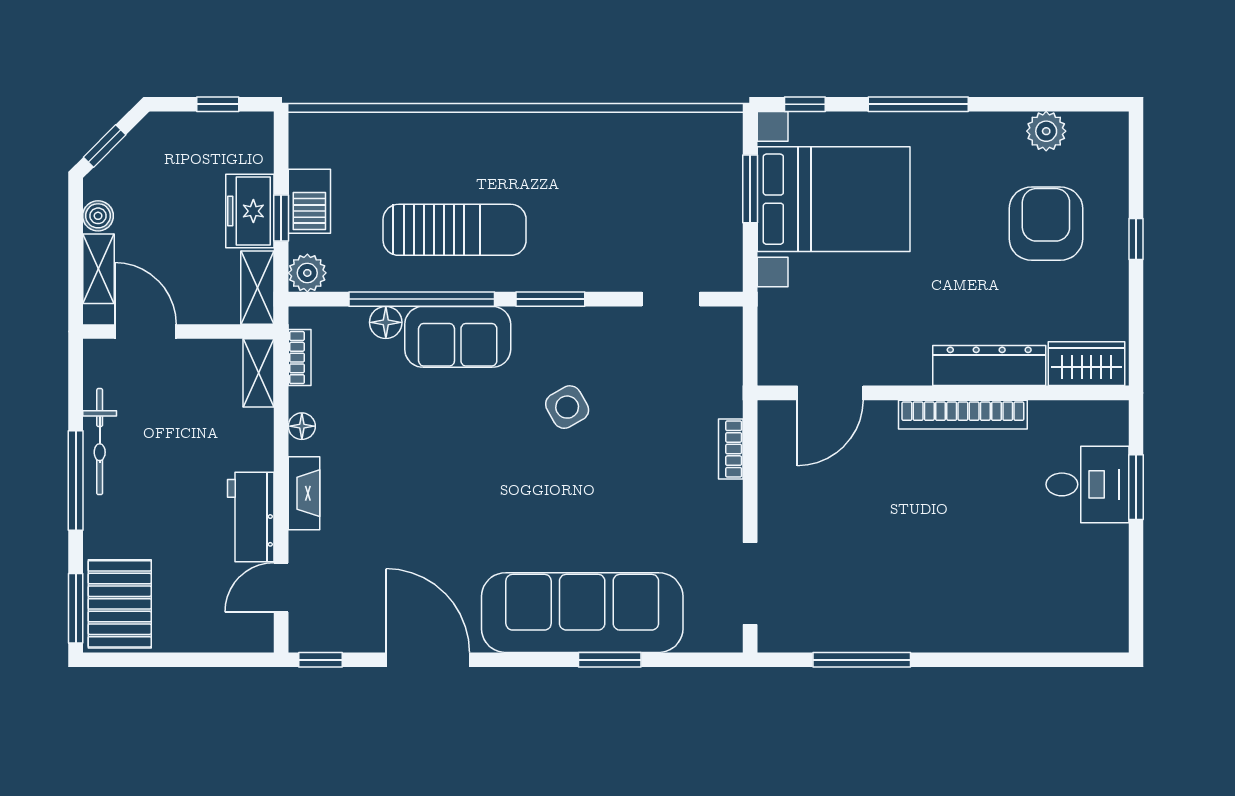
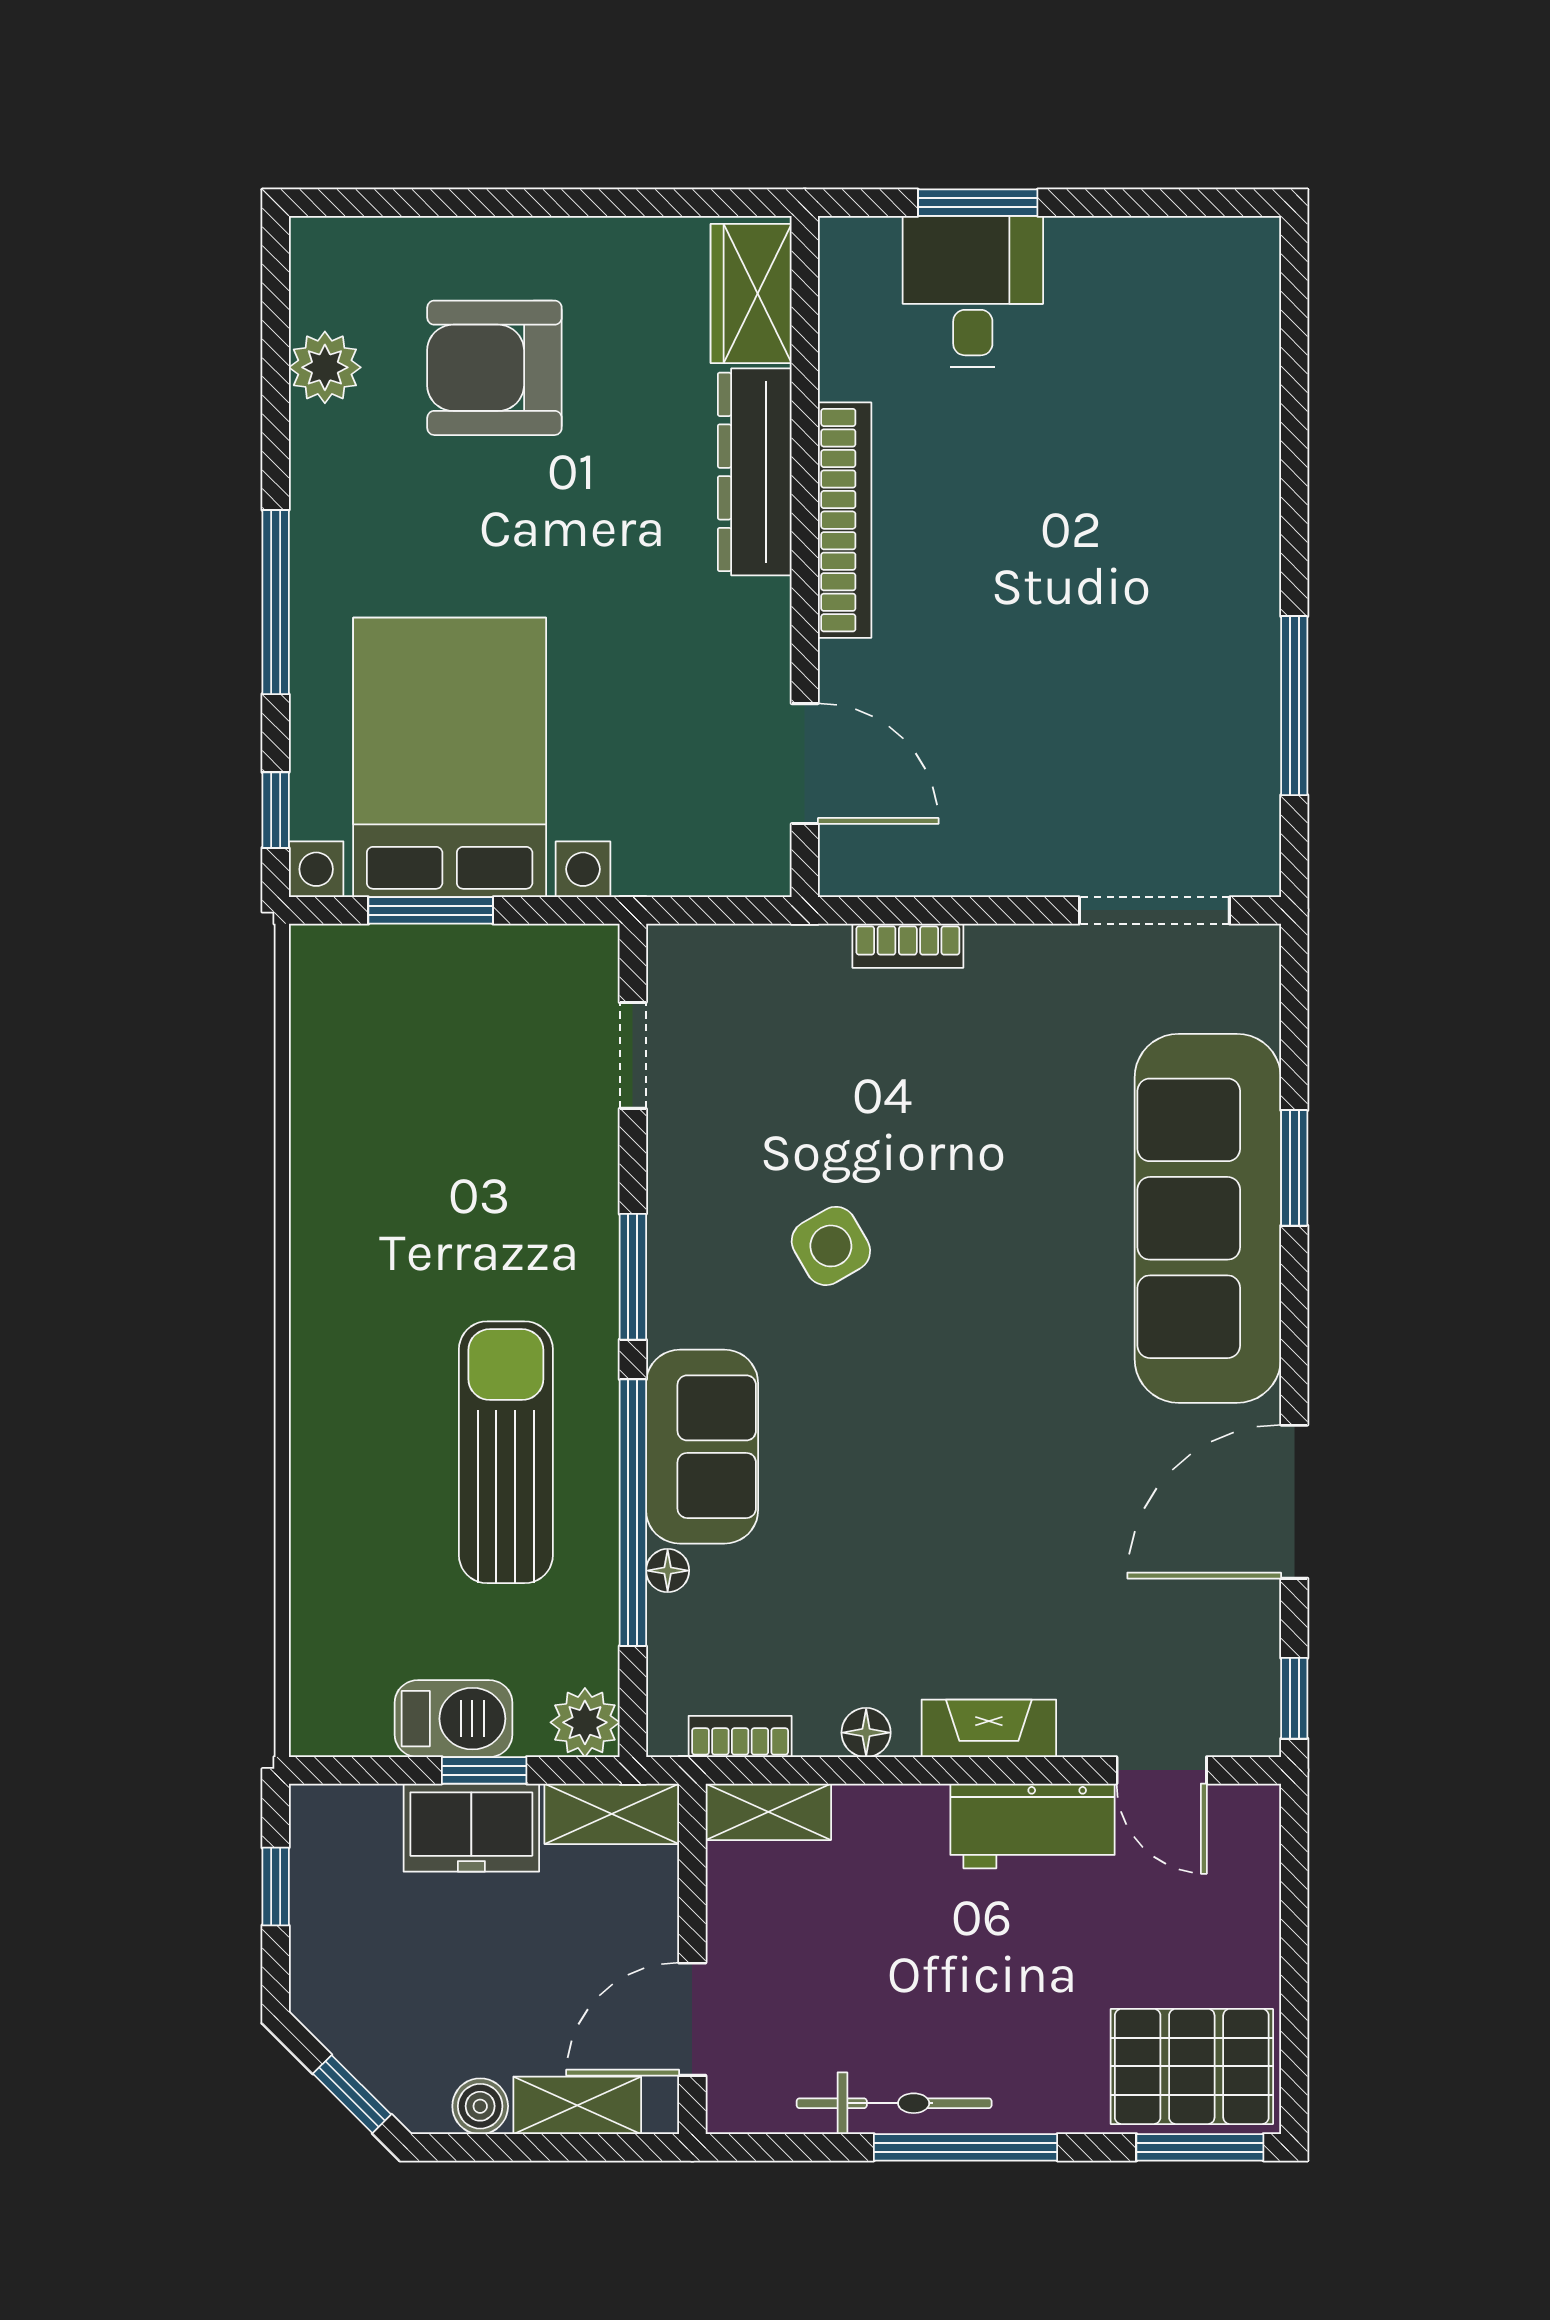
window: (1136, 239) -> (523, 203), removed
floor lamp: (386, 322) -> (668, 1571), width x0.73, depth x0.73

